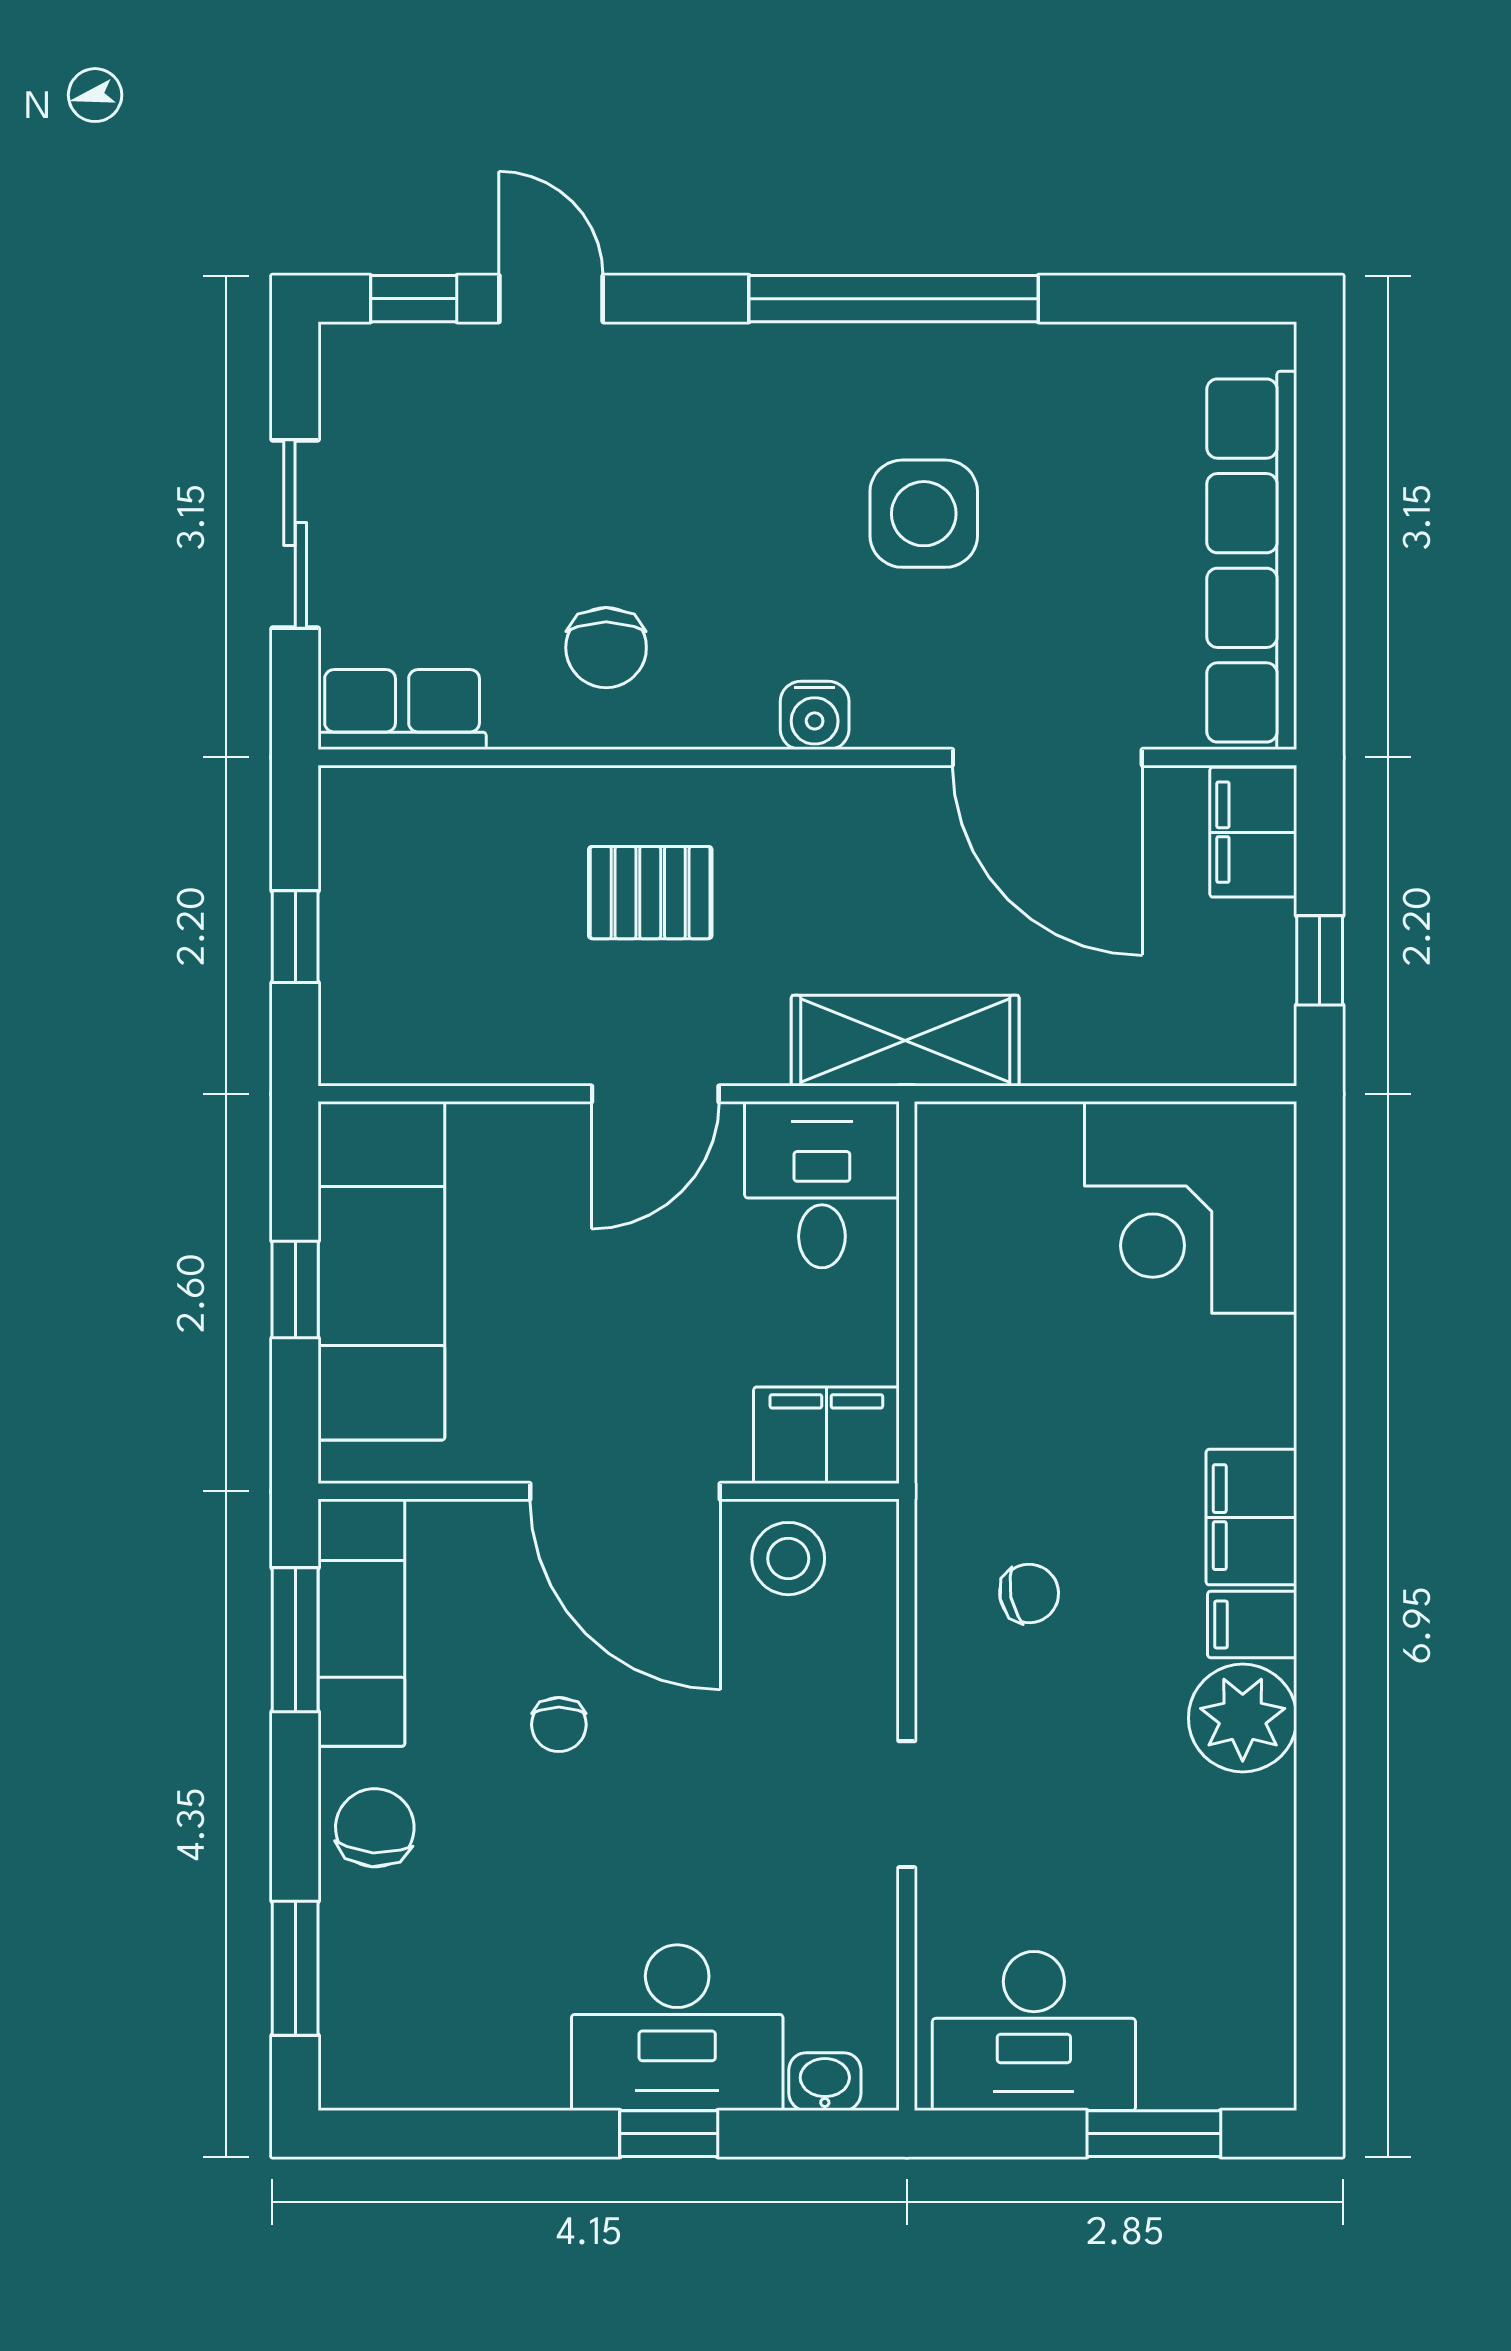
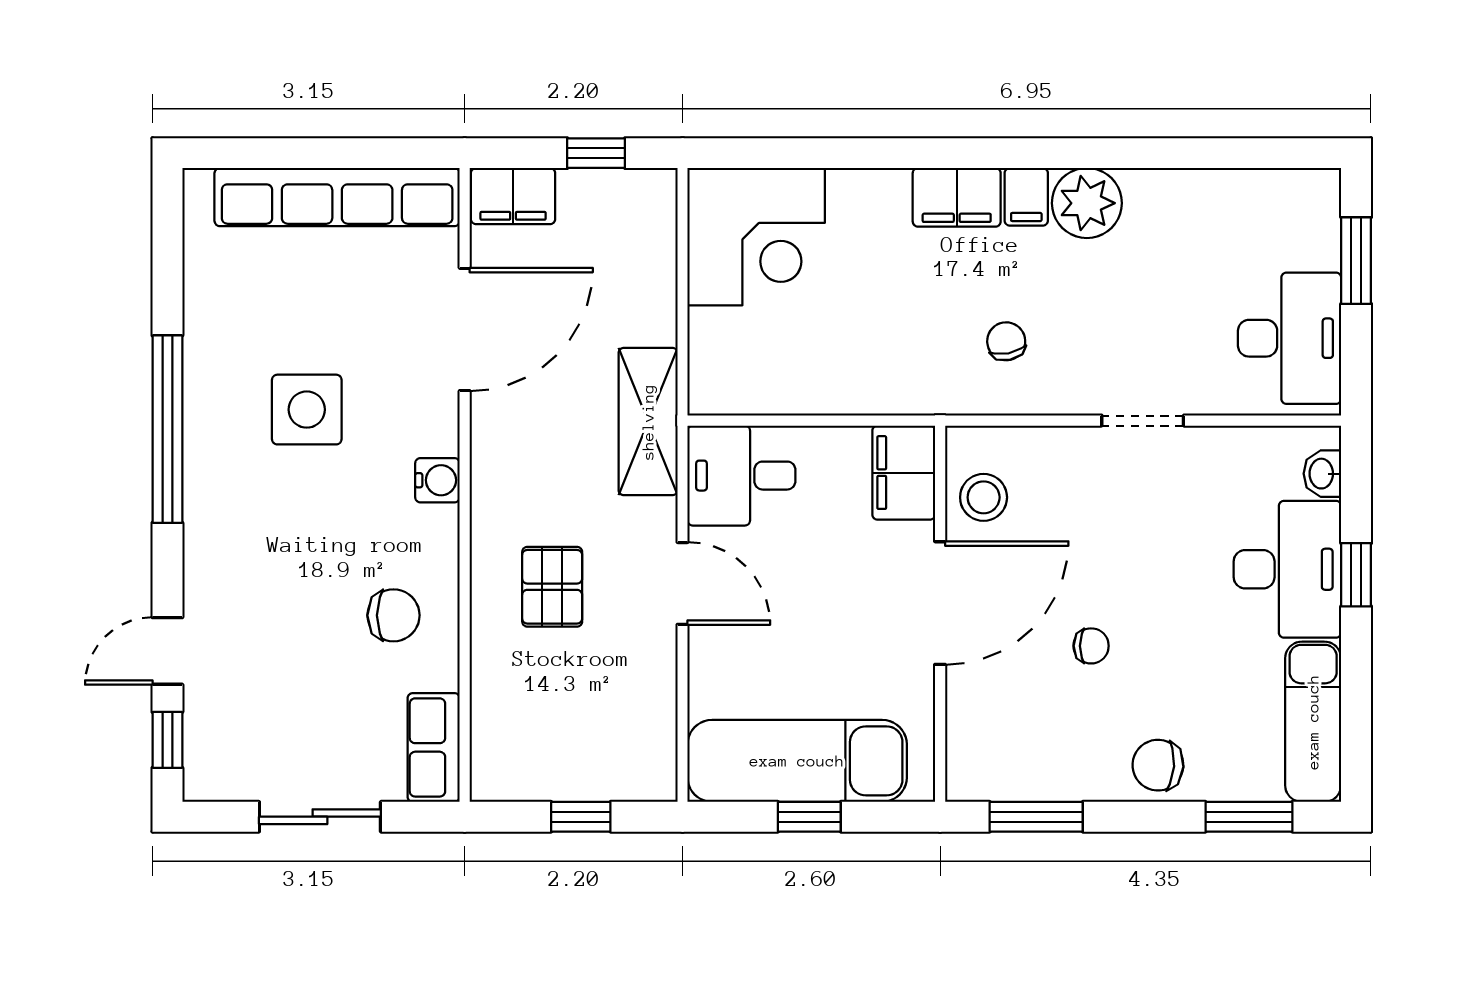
exam couch: (361, 1623) -> (1313, 722), moved, turned -90

